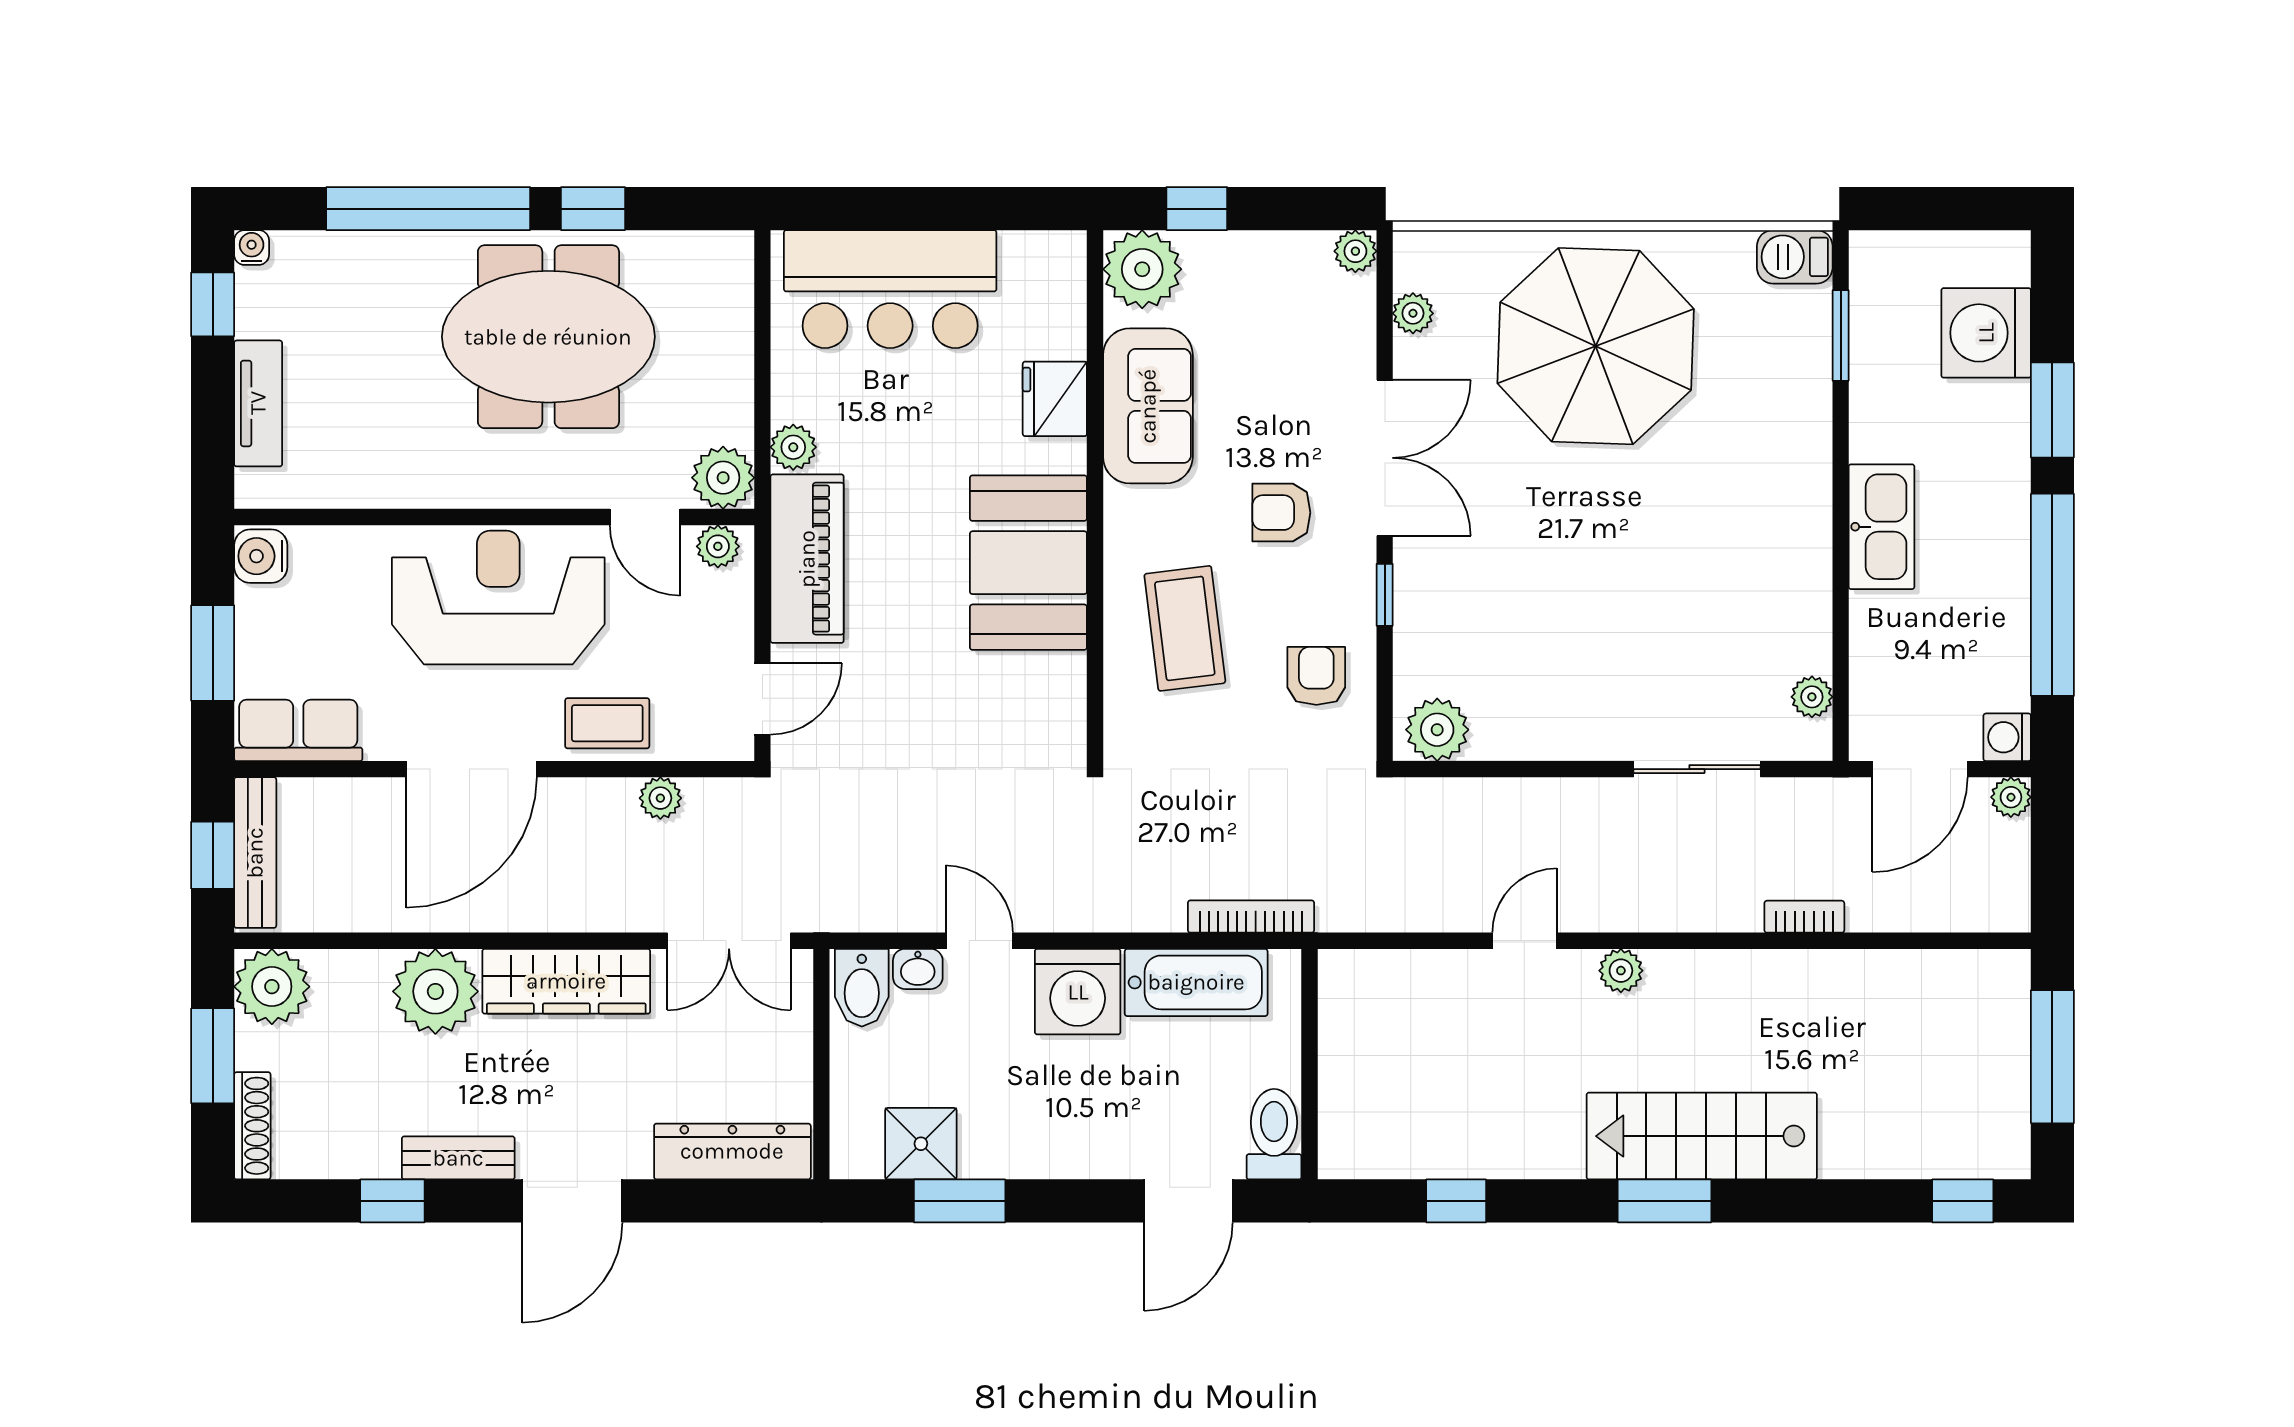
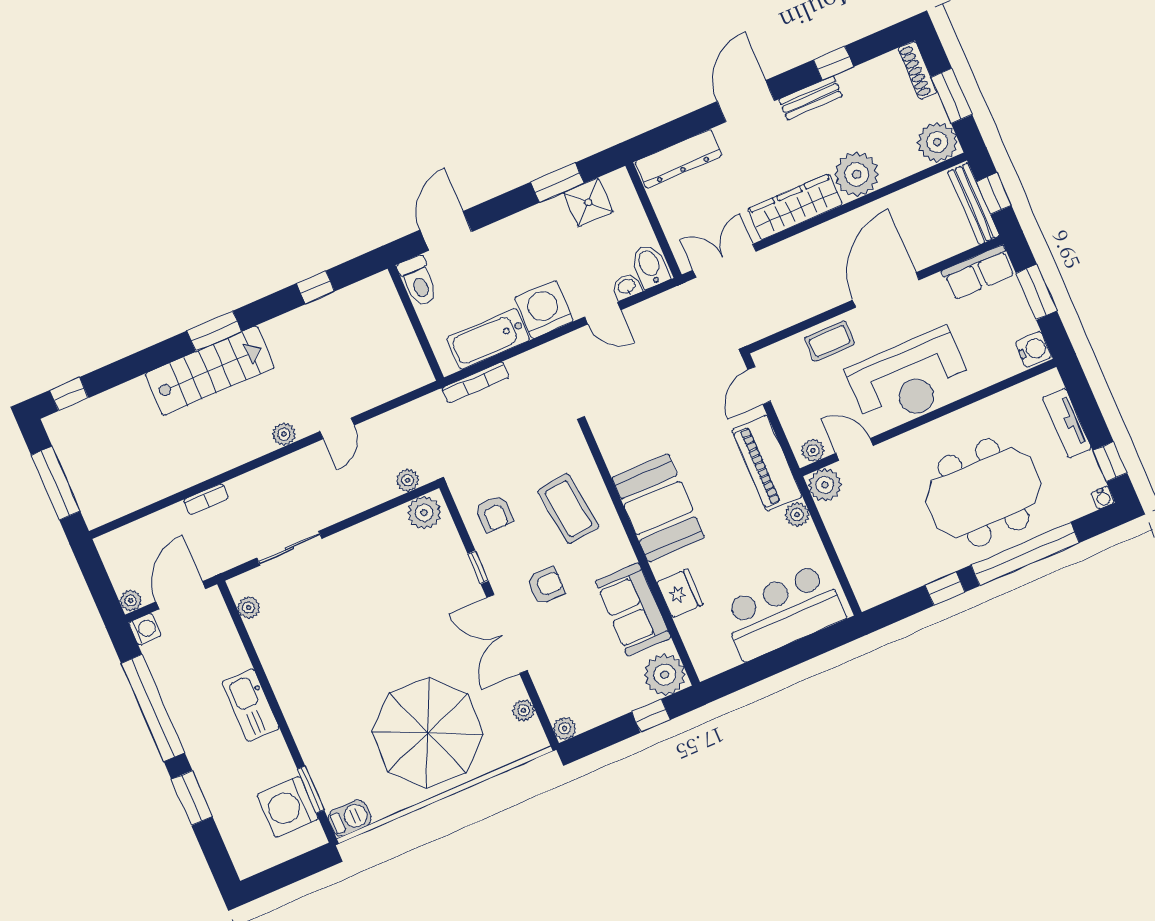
washing machine: (1986, 333) -> (288, 807), moved, turned 180
meeting table: (548, 337) -> (983, 493), moved
plant: (660, 798) -> (408, 480), moved

